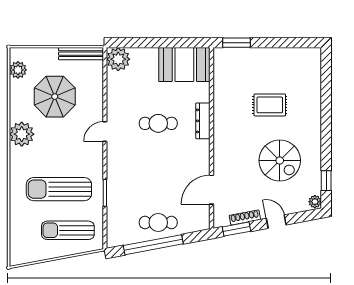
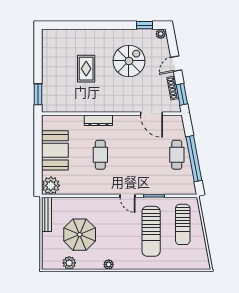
booth: (184, 65) -> (55, 150), moved
plant: (18, 70) -> (69, 263), moved
door: (105, 132) -> (128, 196), moved
plant: (22, 134) -> (109, 264), width x0.53, depth x0.53

